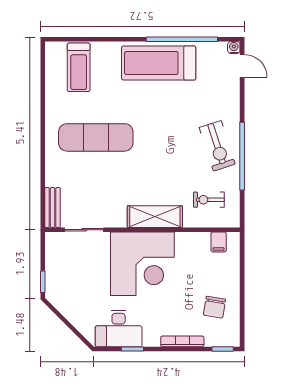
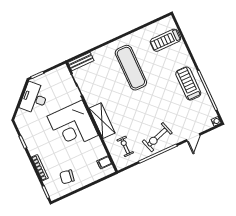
treadmill: (159, 63) -> (188, 84), width x0.73, depth x0.73
door: (242, 66) -> (193, 137), moved
desk: (119, 329) -> (34, 98), moved, turned 45

